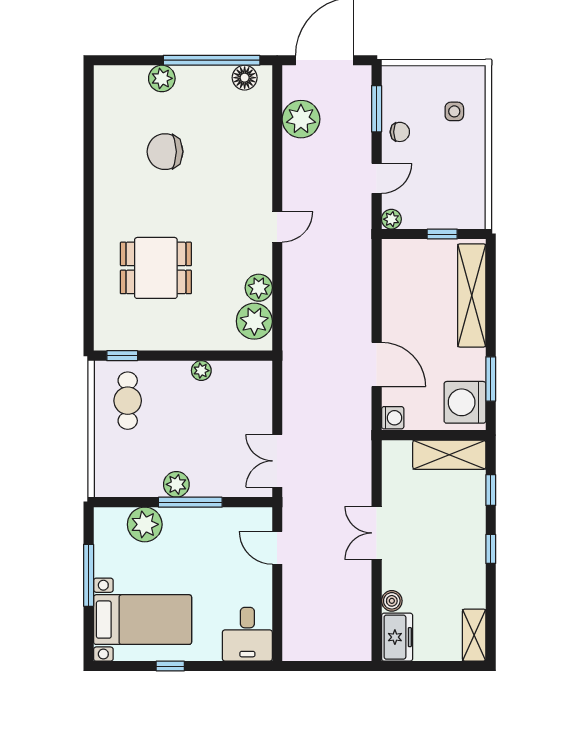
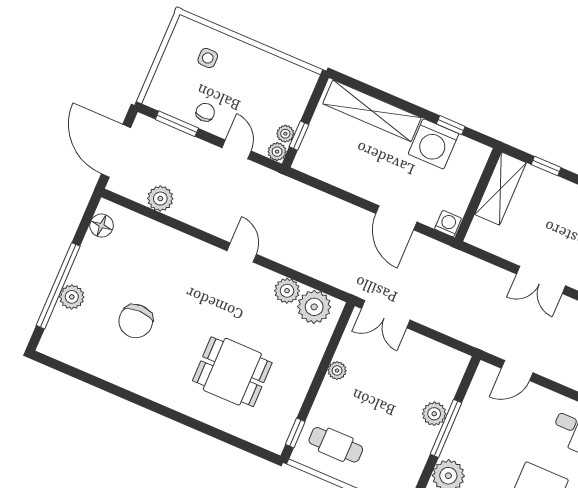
window: (212, 60) -> (58, 286), moved
plant: (301, 119) -> (160, 199), width x0.73, depth x0.73
plant: (413, 220) -> (285, 134), added
window: (442, 234) -> (299, 136), moved
dining table: (156, 268) -> (232, 372), turned 90
door: (377, 364) -> (396, 218), swing flipped
window: (491, 379) -> (451, 125), width x0.67
washing machine: (465, 402) -> (433, 144), moved
double door: (277, 461) -> (386, 314), moved
plant: (176, 484) -> (434, 414), moved

